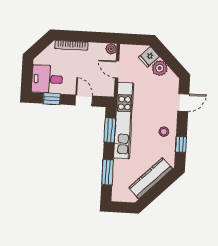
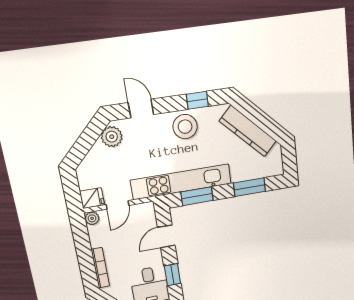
fridge: (149, 57) -> (92, 198), moved, turned -45
plant: (160, 68) -> (112, 137), moved
stool: (164, 132) -> (185, 127), width x1.89, depth x1.89

